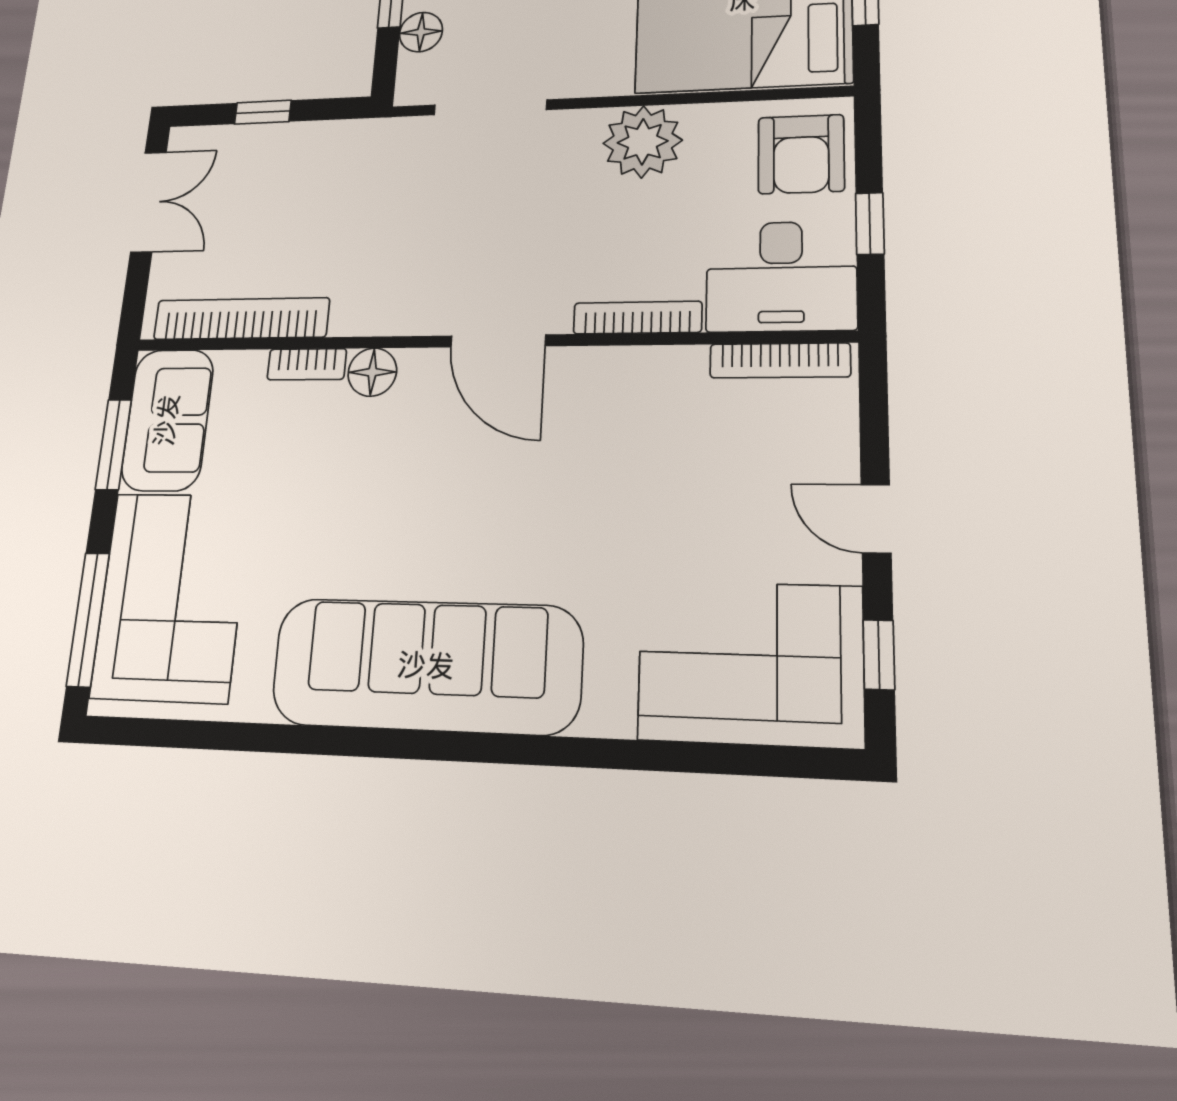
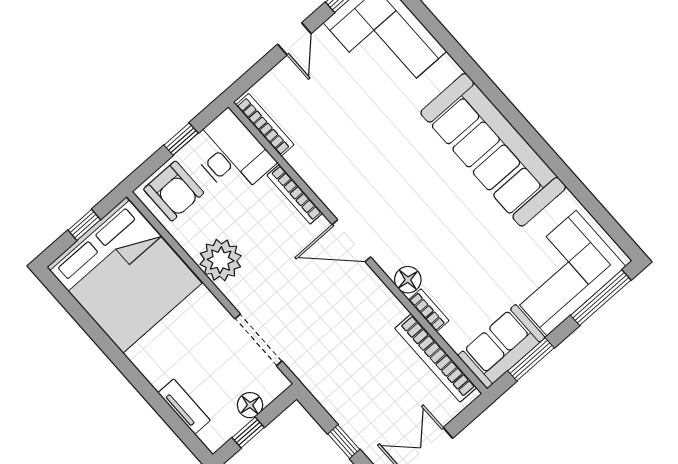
armchair: (801, 154) -> (174, 191), turned 90
door: (498, 341) -> (351, 241), swing flipped

